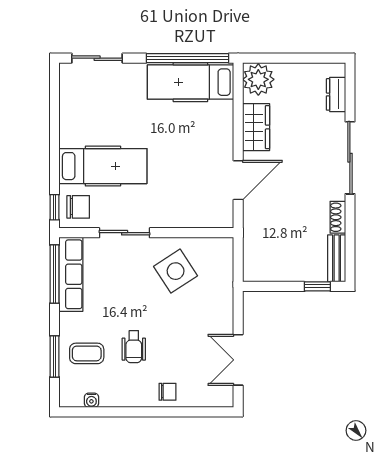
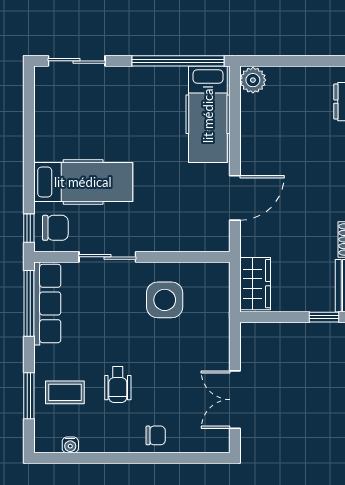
plant: (258, 79) -> (253, 80), width x0.73, depth x0.73
hospital bed: (190, 82) -> (208, 114), moved, turned -90
wardrobe: (256, 127) -> (255, 284), moved
side table: (176, 271) -> (165, 300), turned 33

